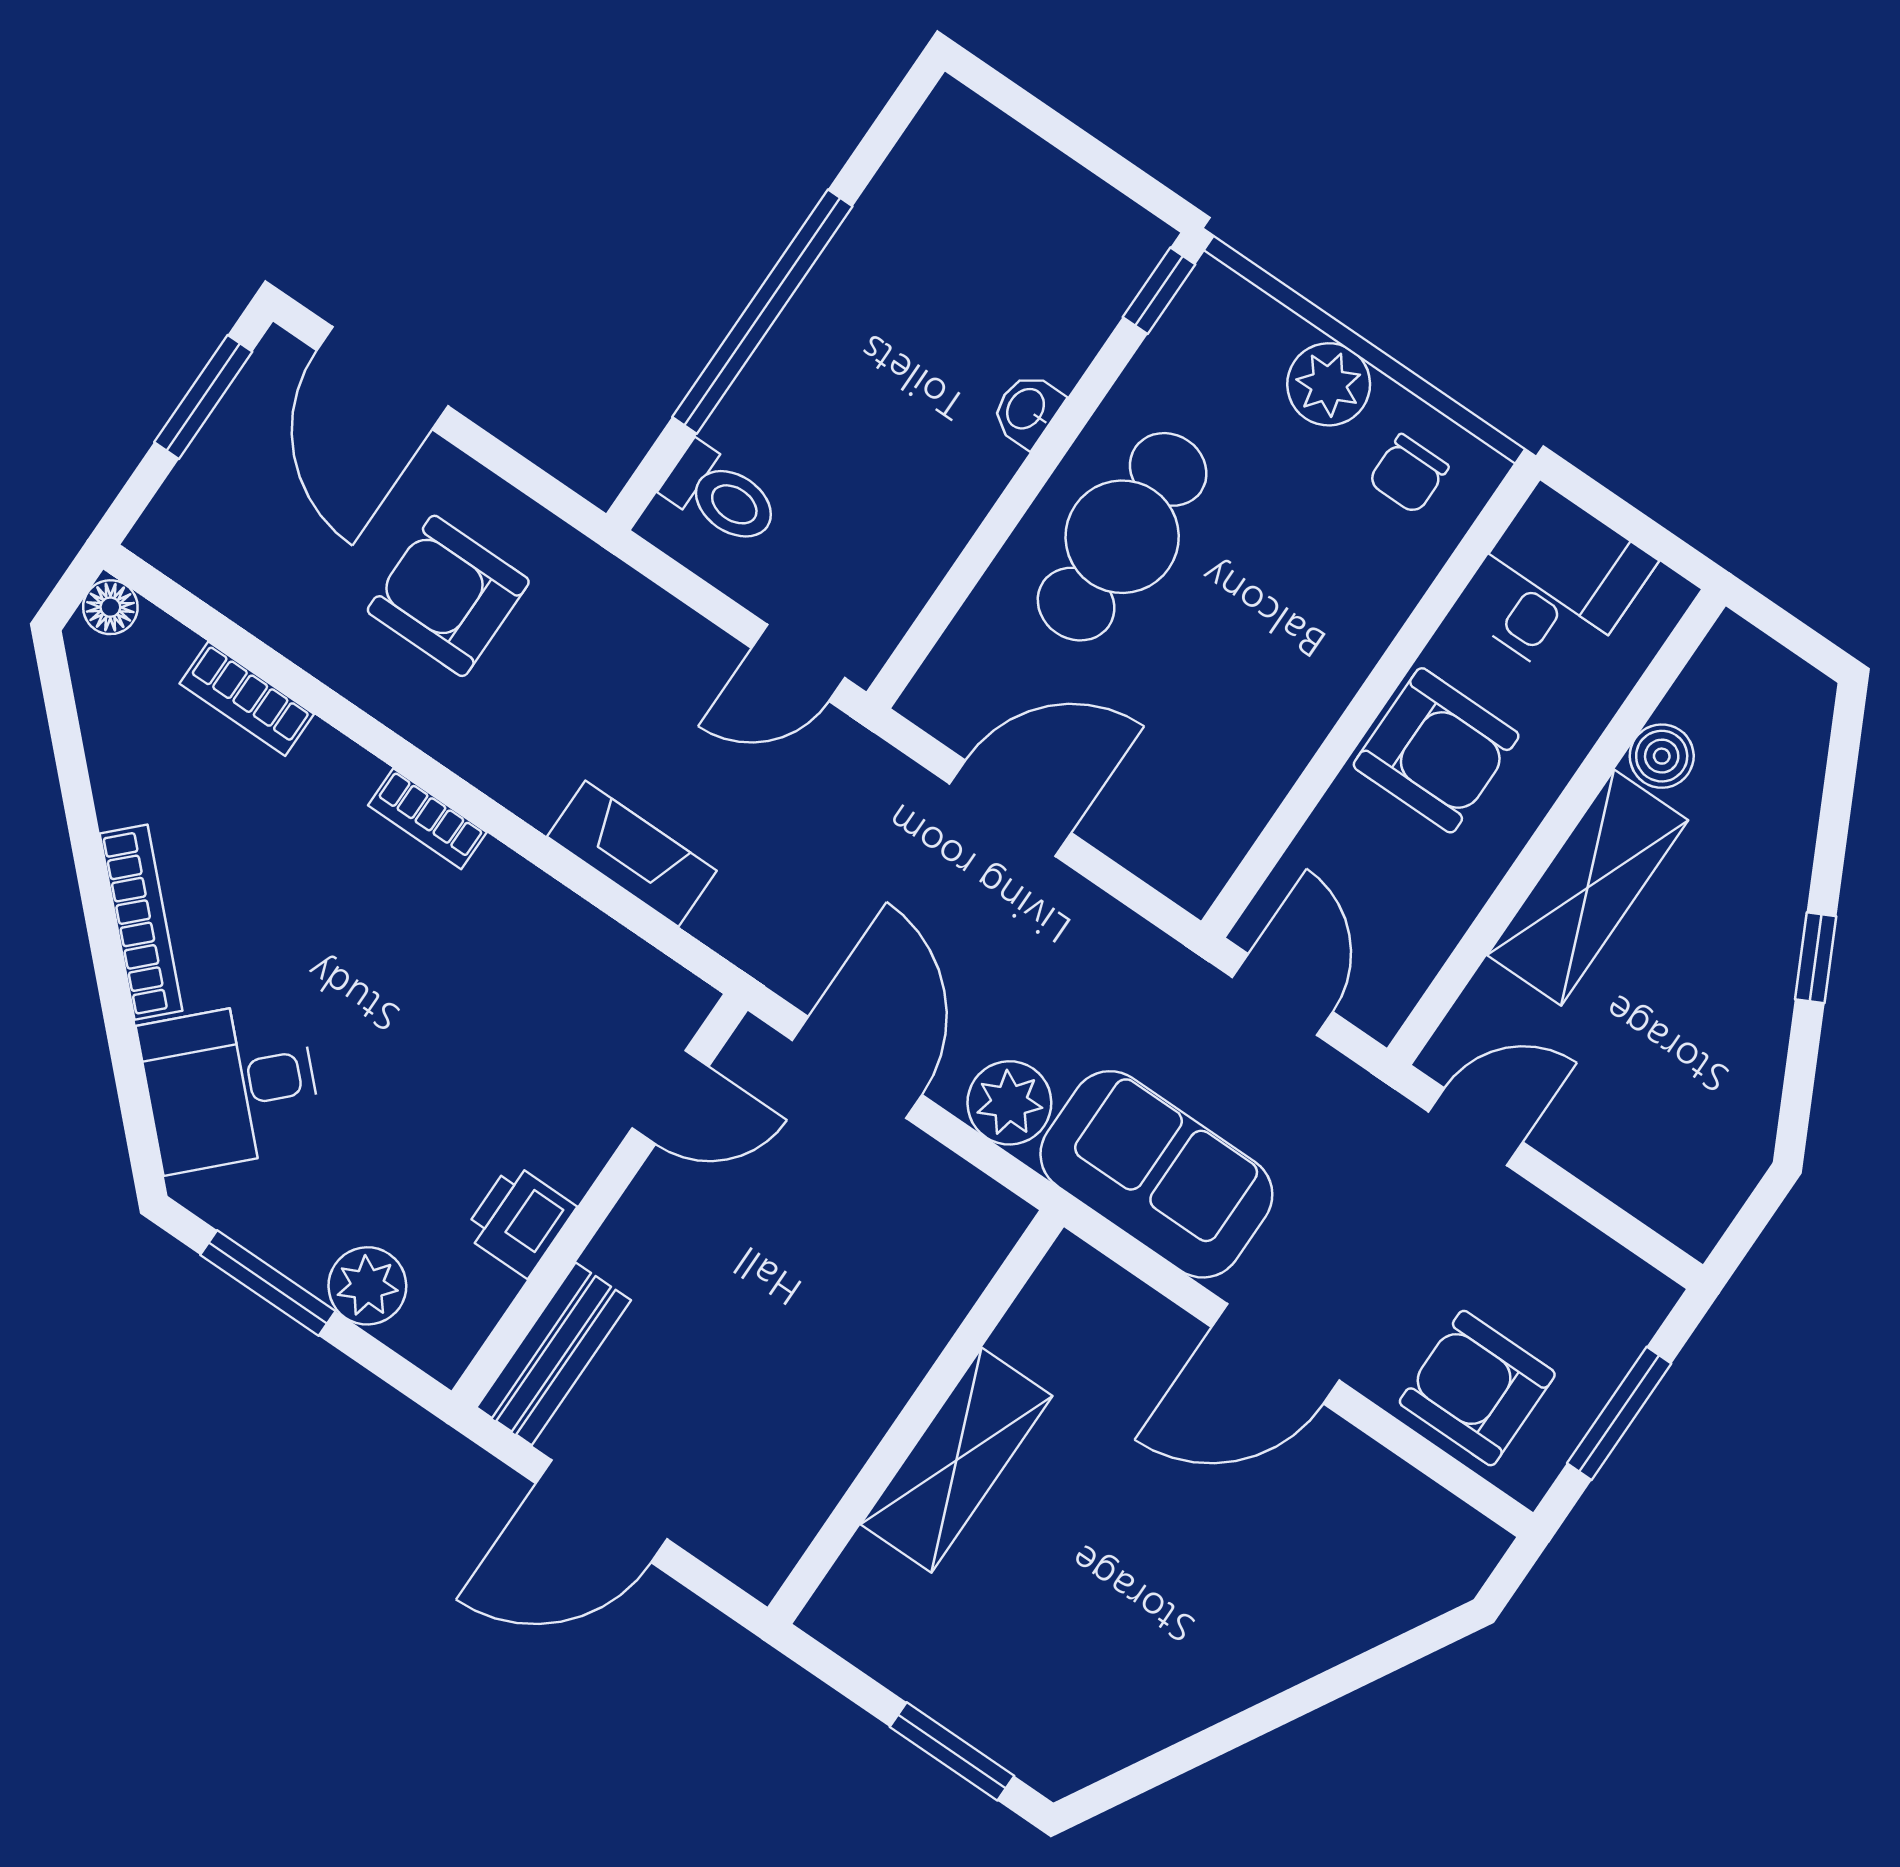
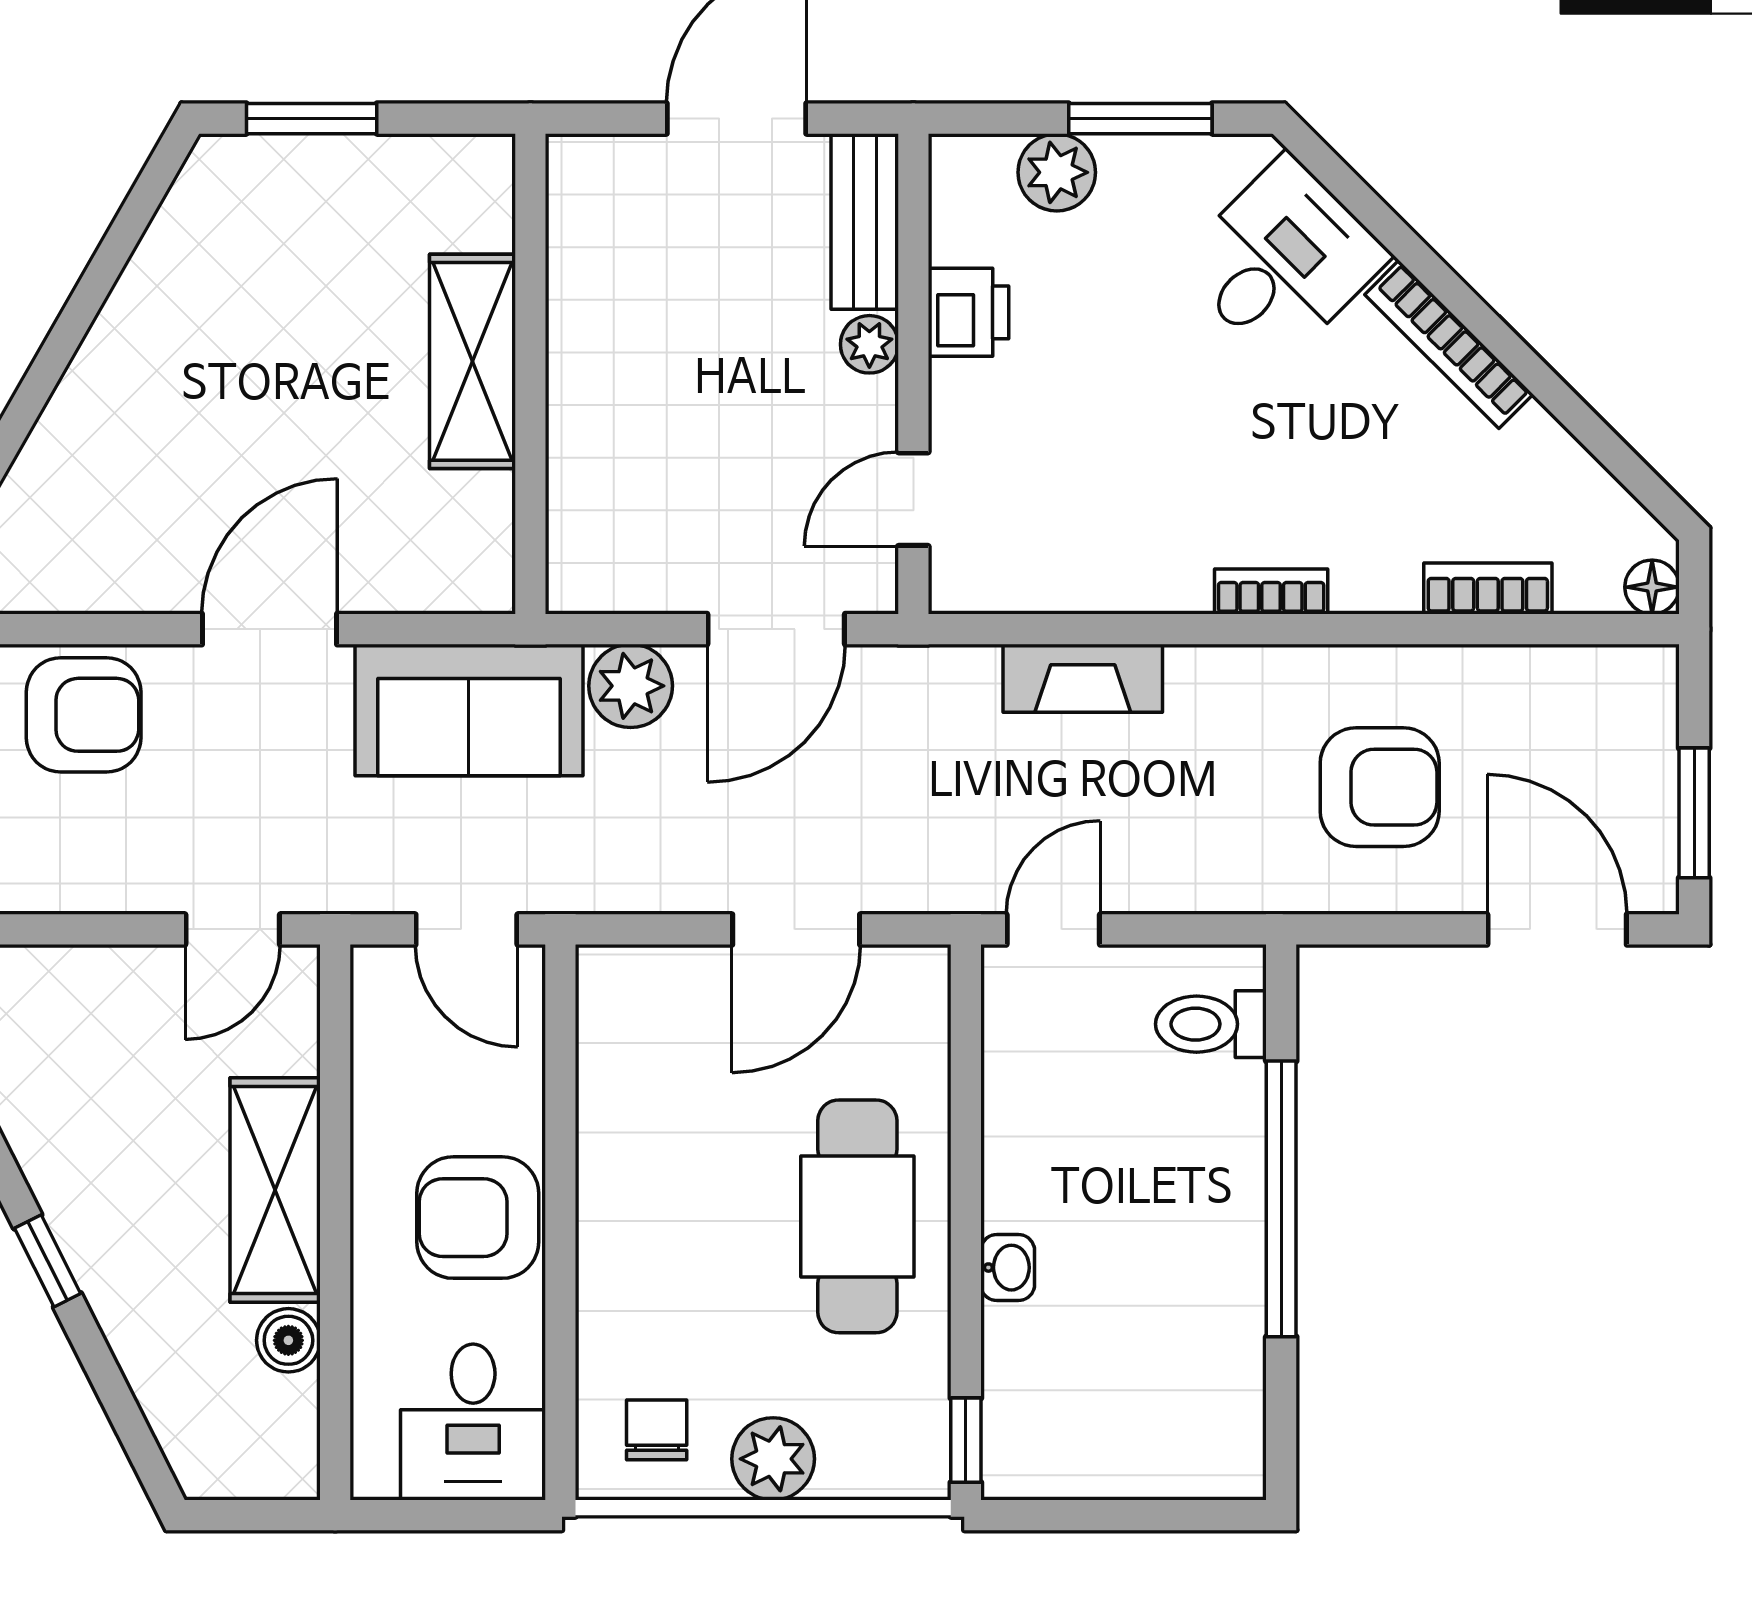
door: (857, 1067) -> (776, 629), hinge flipped
plant: (619, 1250) -> (869, 344), added

